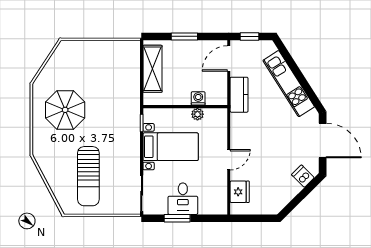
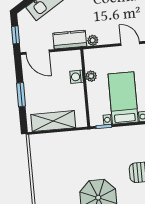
plant: (236, 119) -> (93, 40), added

